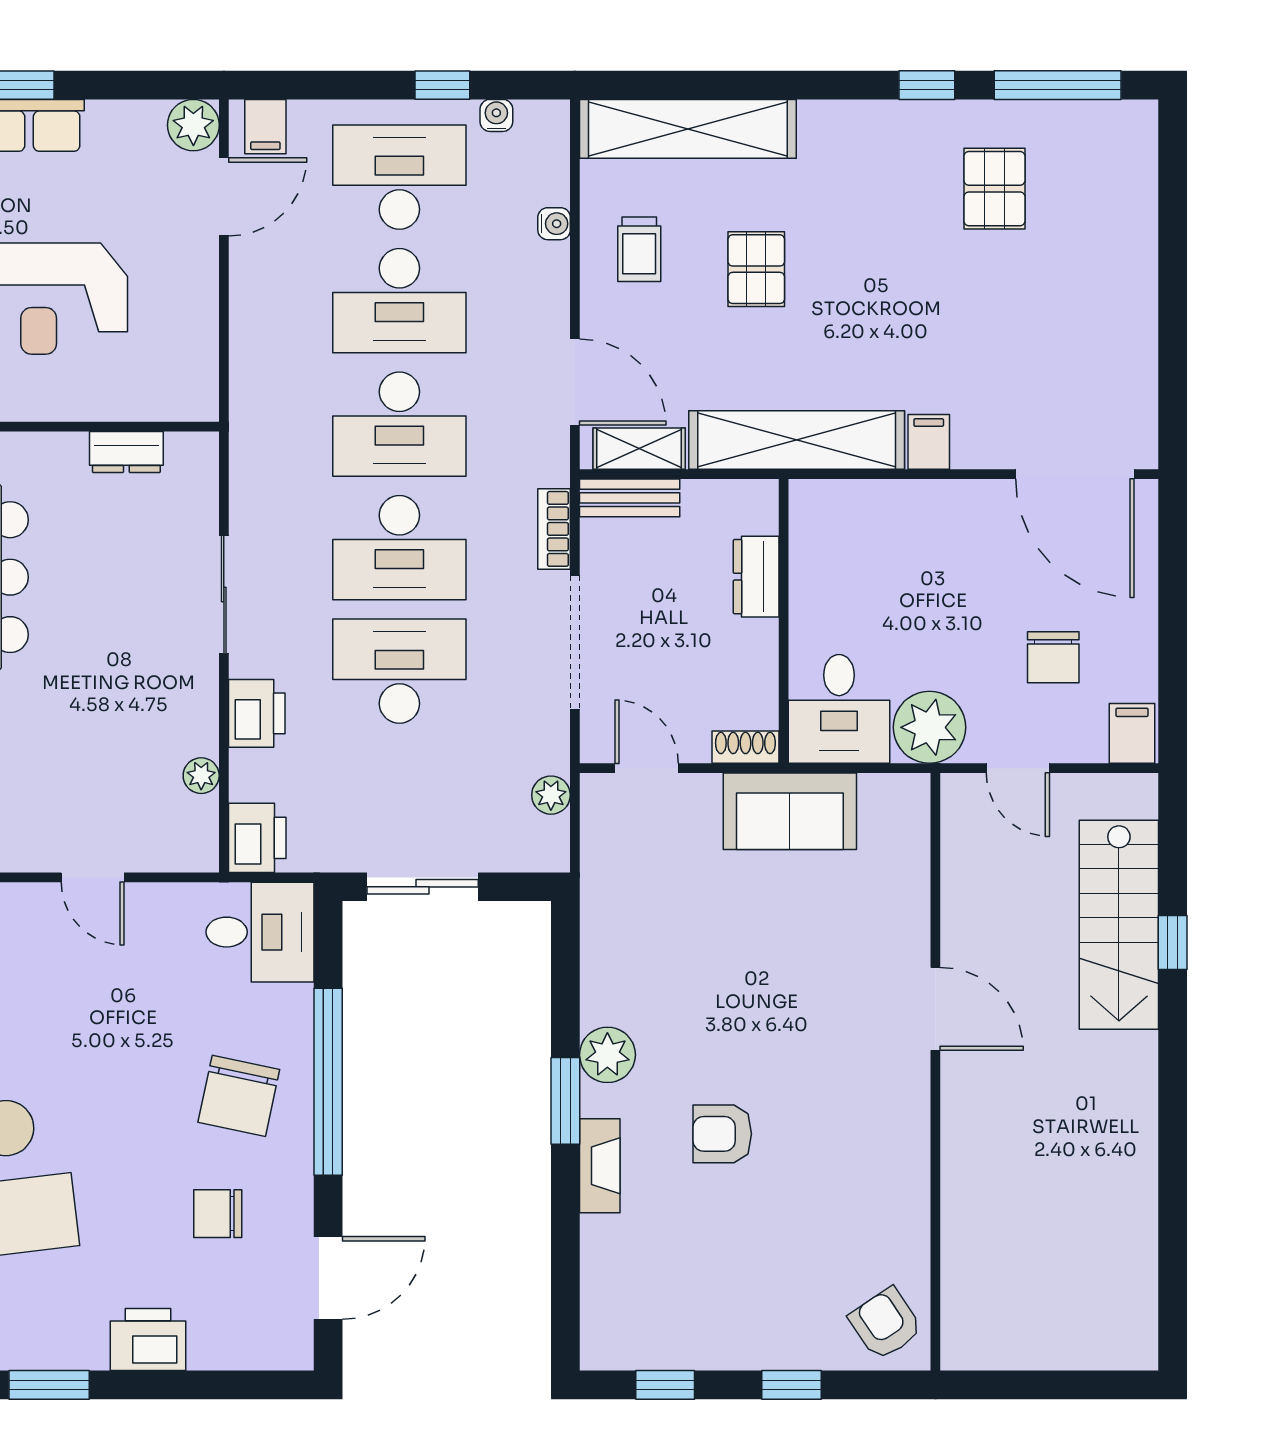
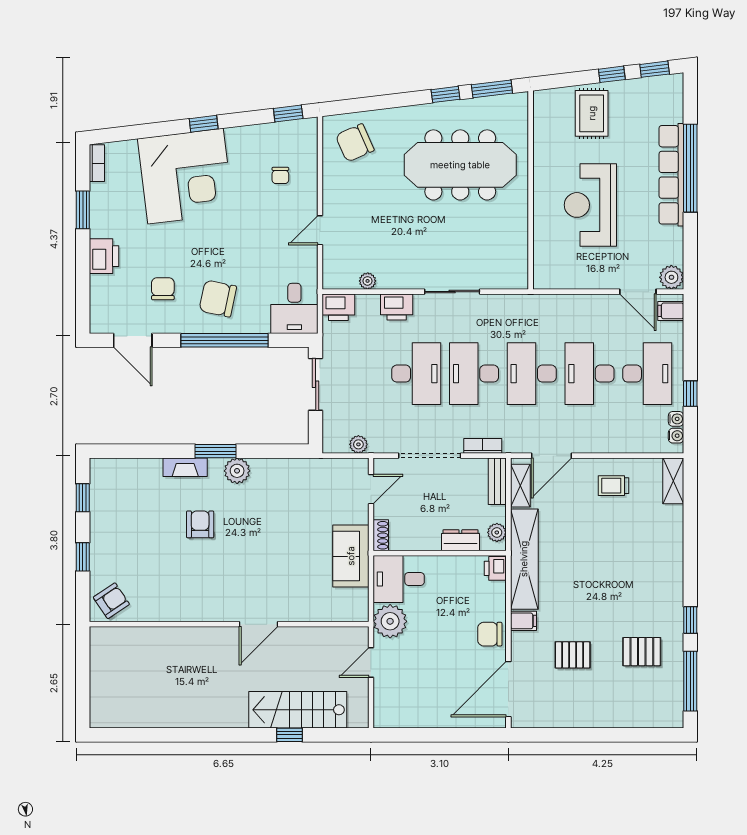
shelving: (688, 129) -> (673, 481), width x0.45, depth x0.75
water cooler: (554, 224) -> (676, 436), moved, turned -90
pallet: (756, 269) -> (573, 655), moved
dresser: (126, 452) -> (519, 246), removed
plant: (739, 499) -> (497, 532), added
printer: (816, 502) -> (495, 568), added
chair: (1053, 657) -> (490, 634), moved
filing cabinet: (1132, 733) -> (387, 716), removed

